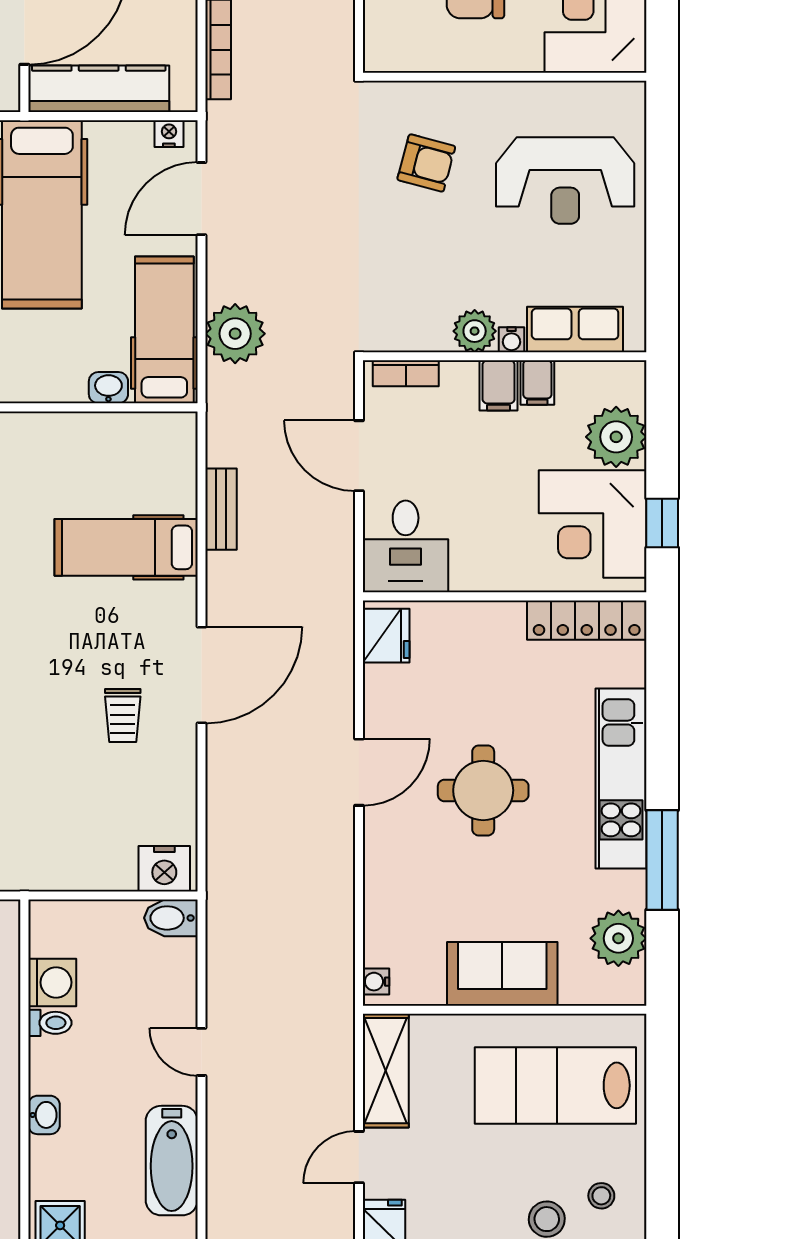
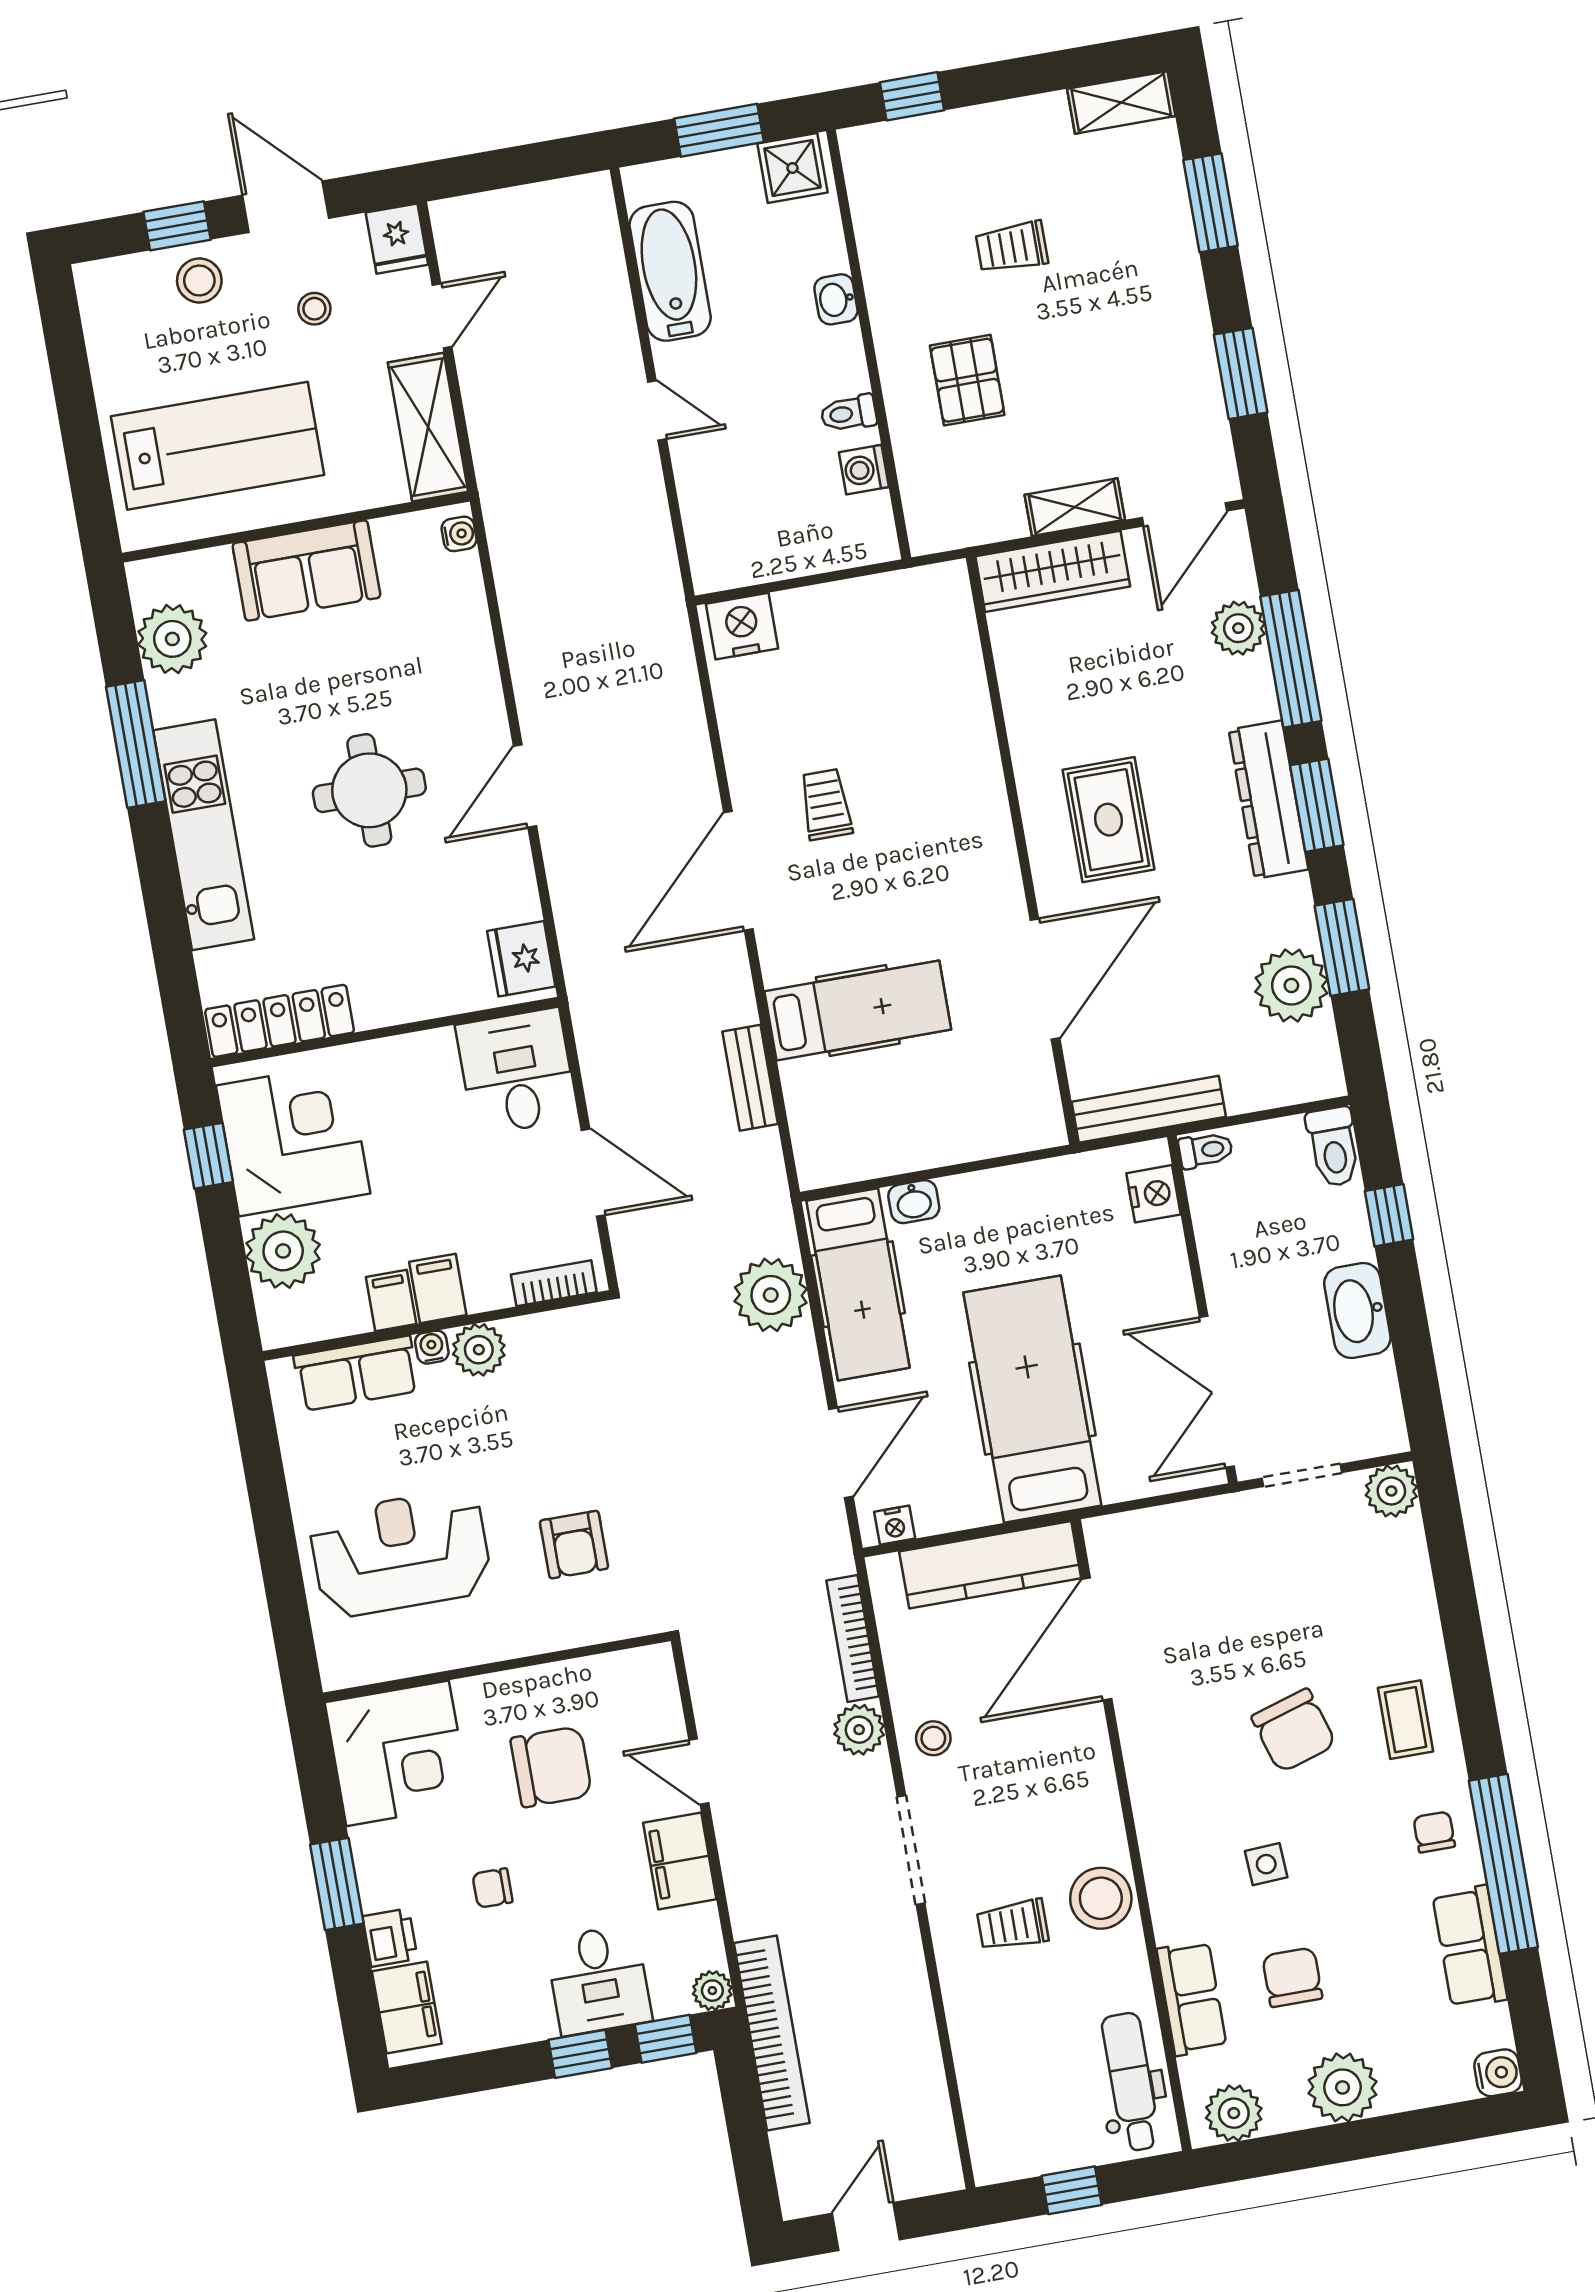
armchair: (426, 163) -> (574, 1545), turned -105
bidet: (171, 918) -> (723, 567), removed
washing machine: (52, 982) -> (864, 470), width x0.73, depth x0.73
stool: (601, 1196) -> (314, 309), moved

